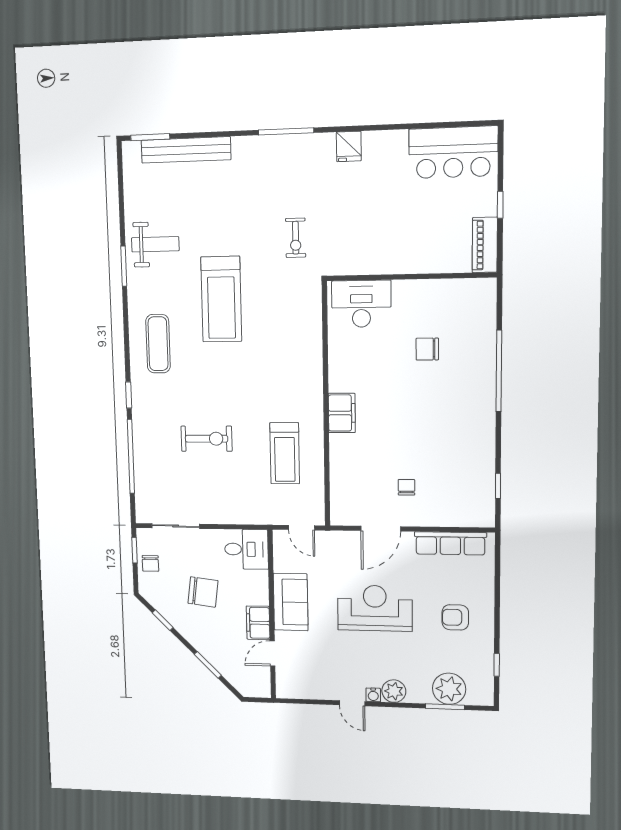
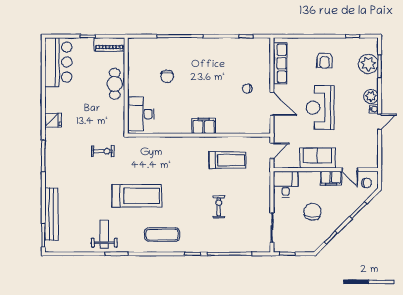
cafe table: (414, 256) -> (115, 84), added
exercise bike: (207, 439) -> (219, 207), width x0.73, depth x0.72
chair: (150, 563) -> (366, 183), moved

